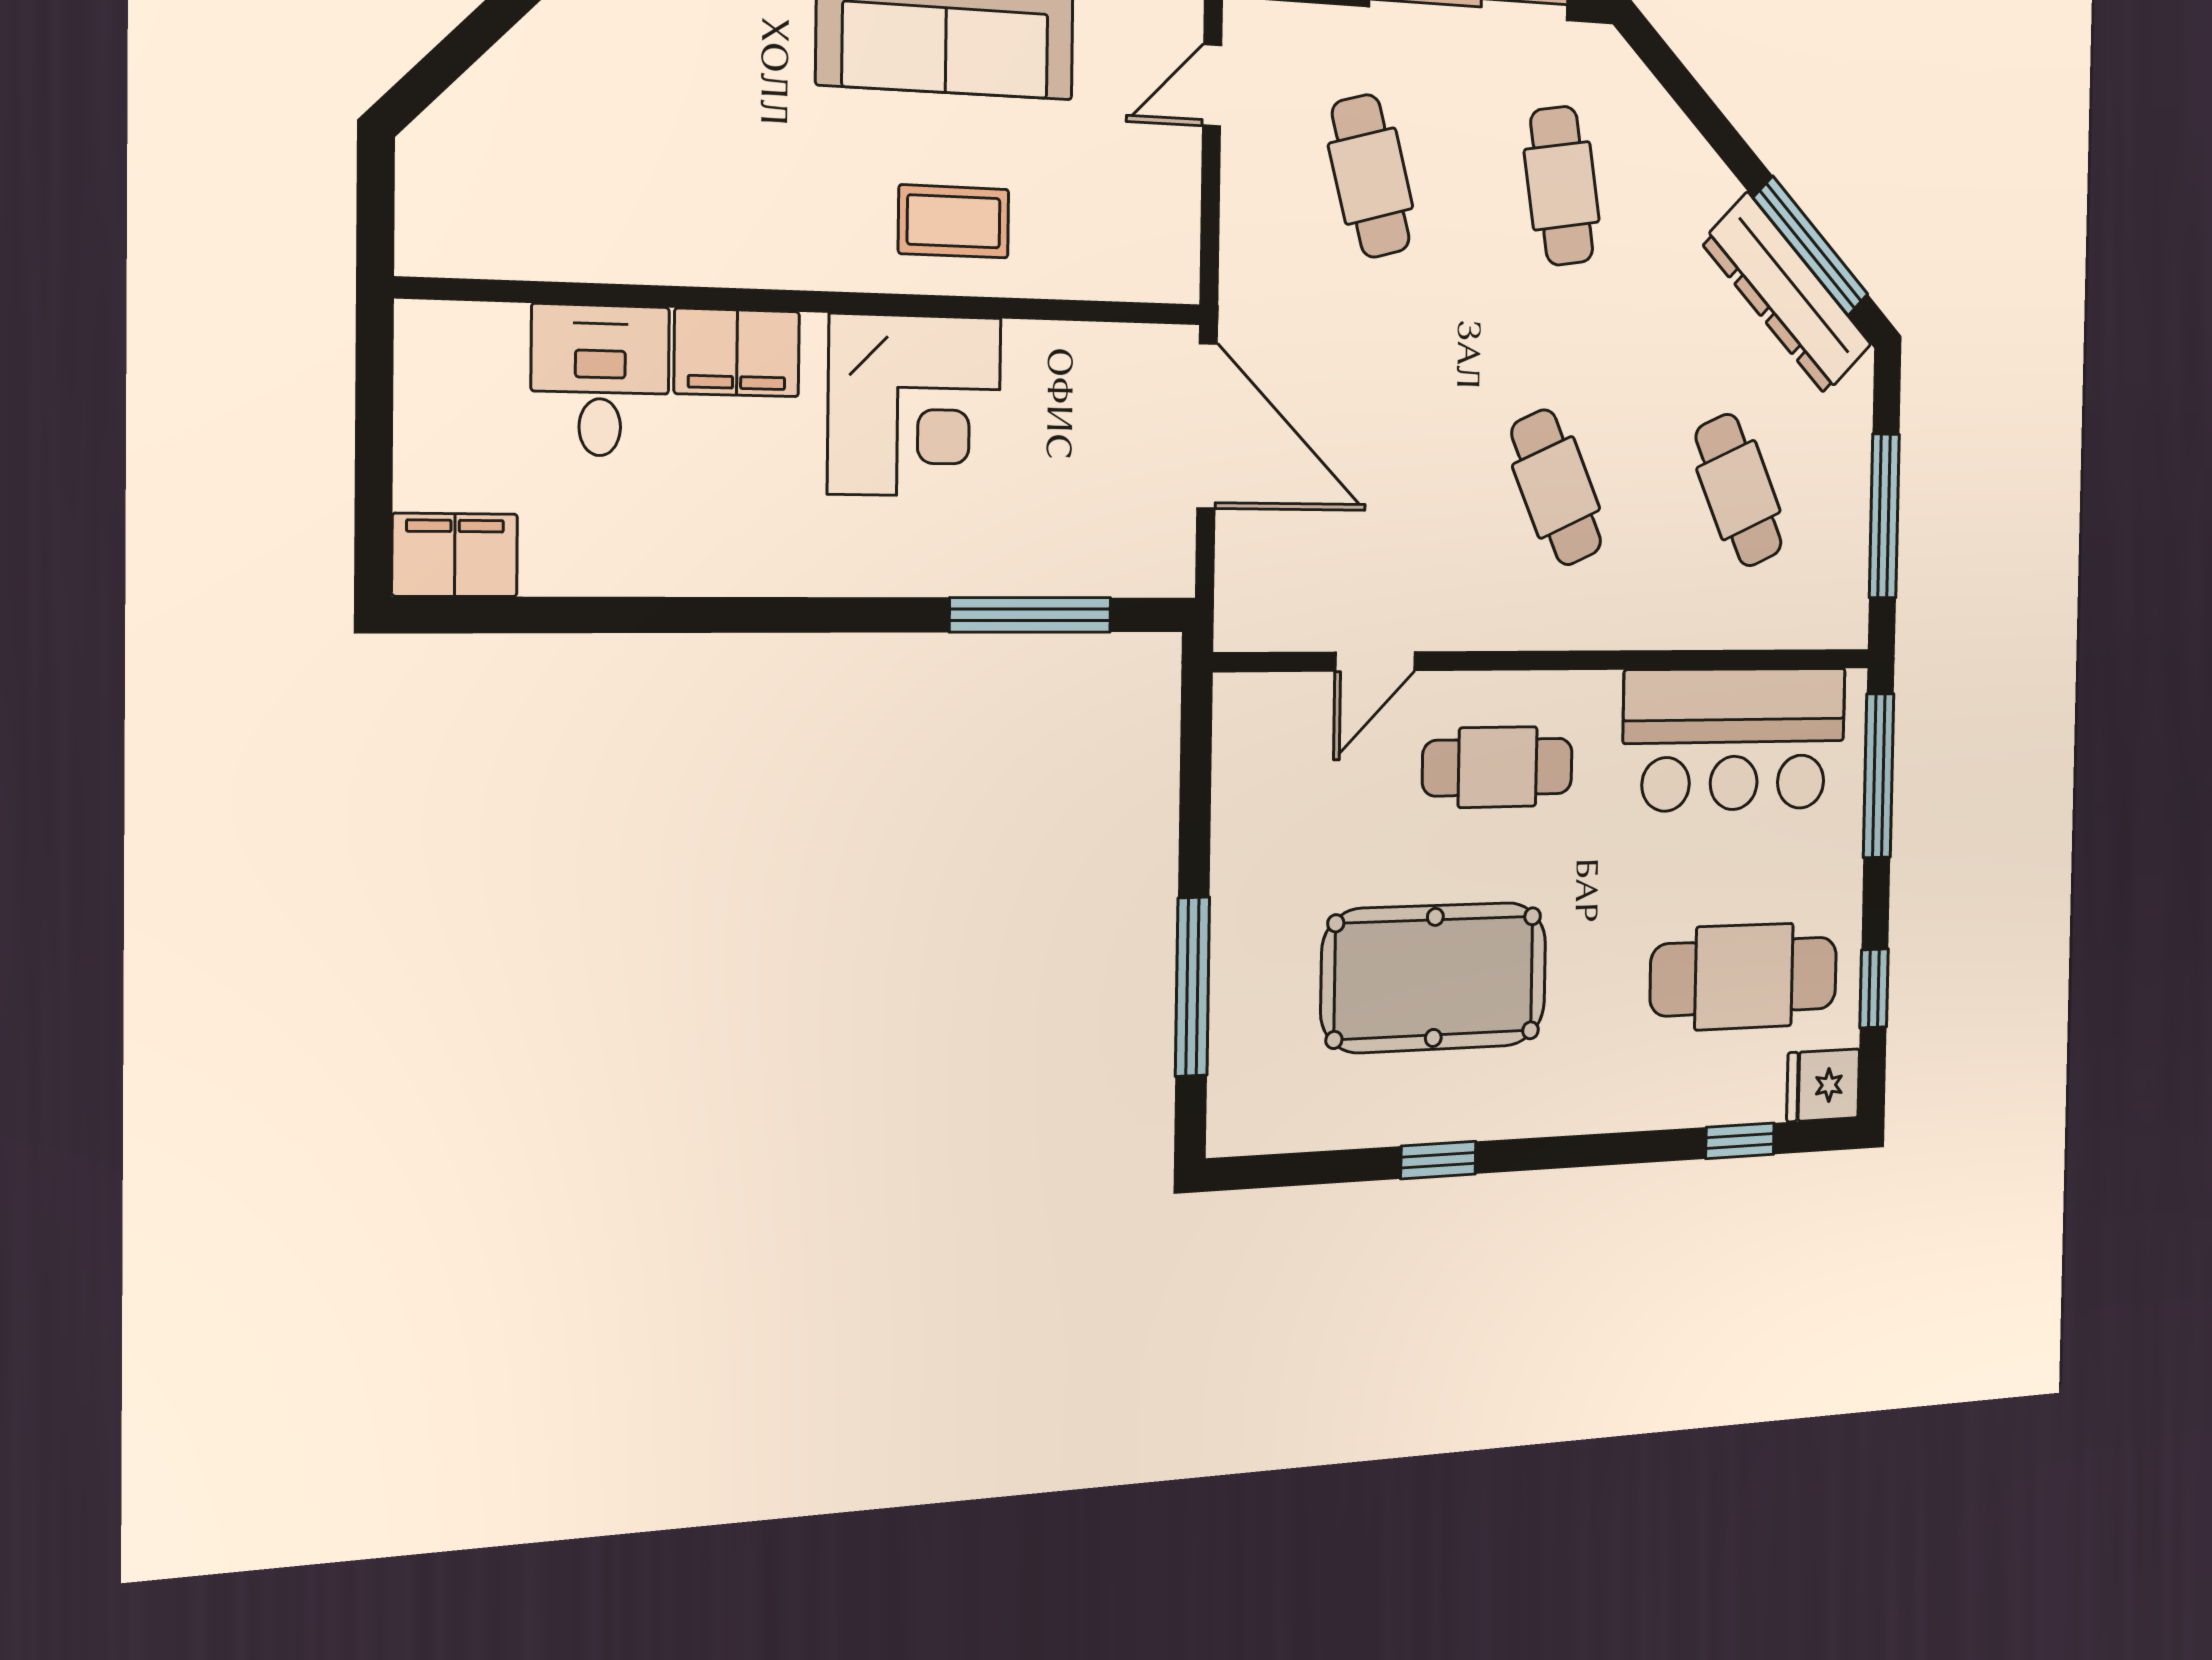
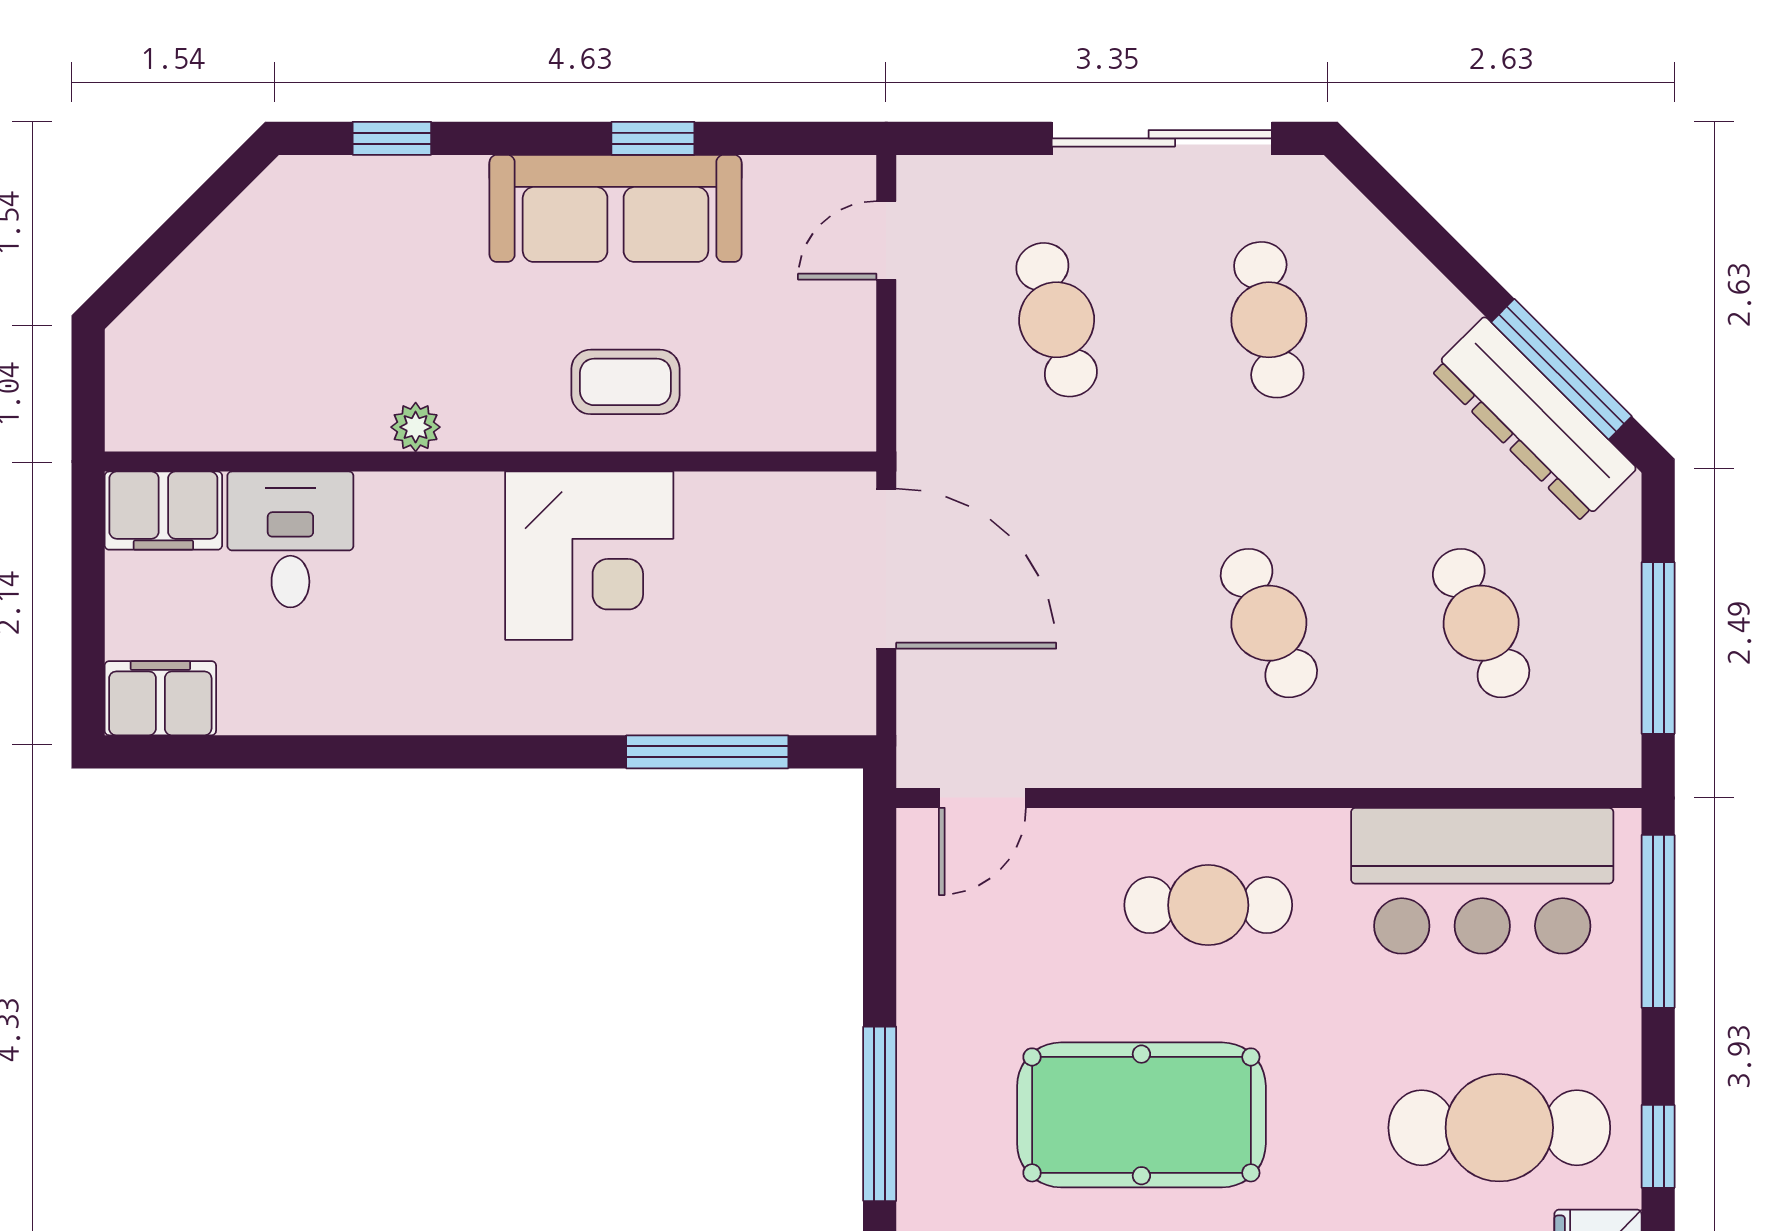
plant: (736, 261) -> (416, 427), added
filing cabinet: (737, 353) -> (163, 511), moved
door: (1375, 661) -> (982, 798), moved

